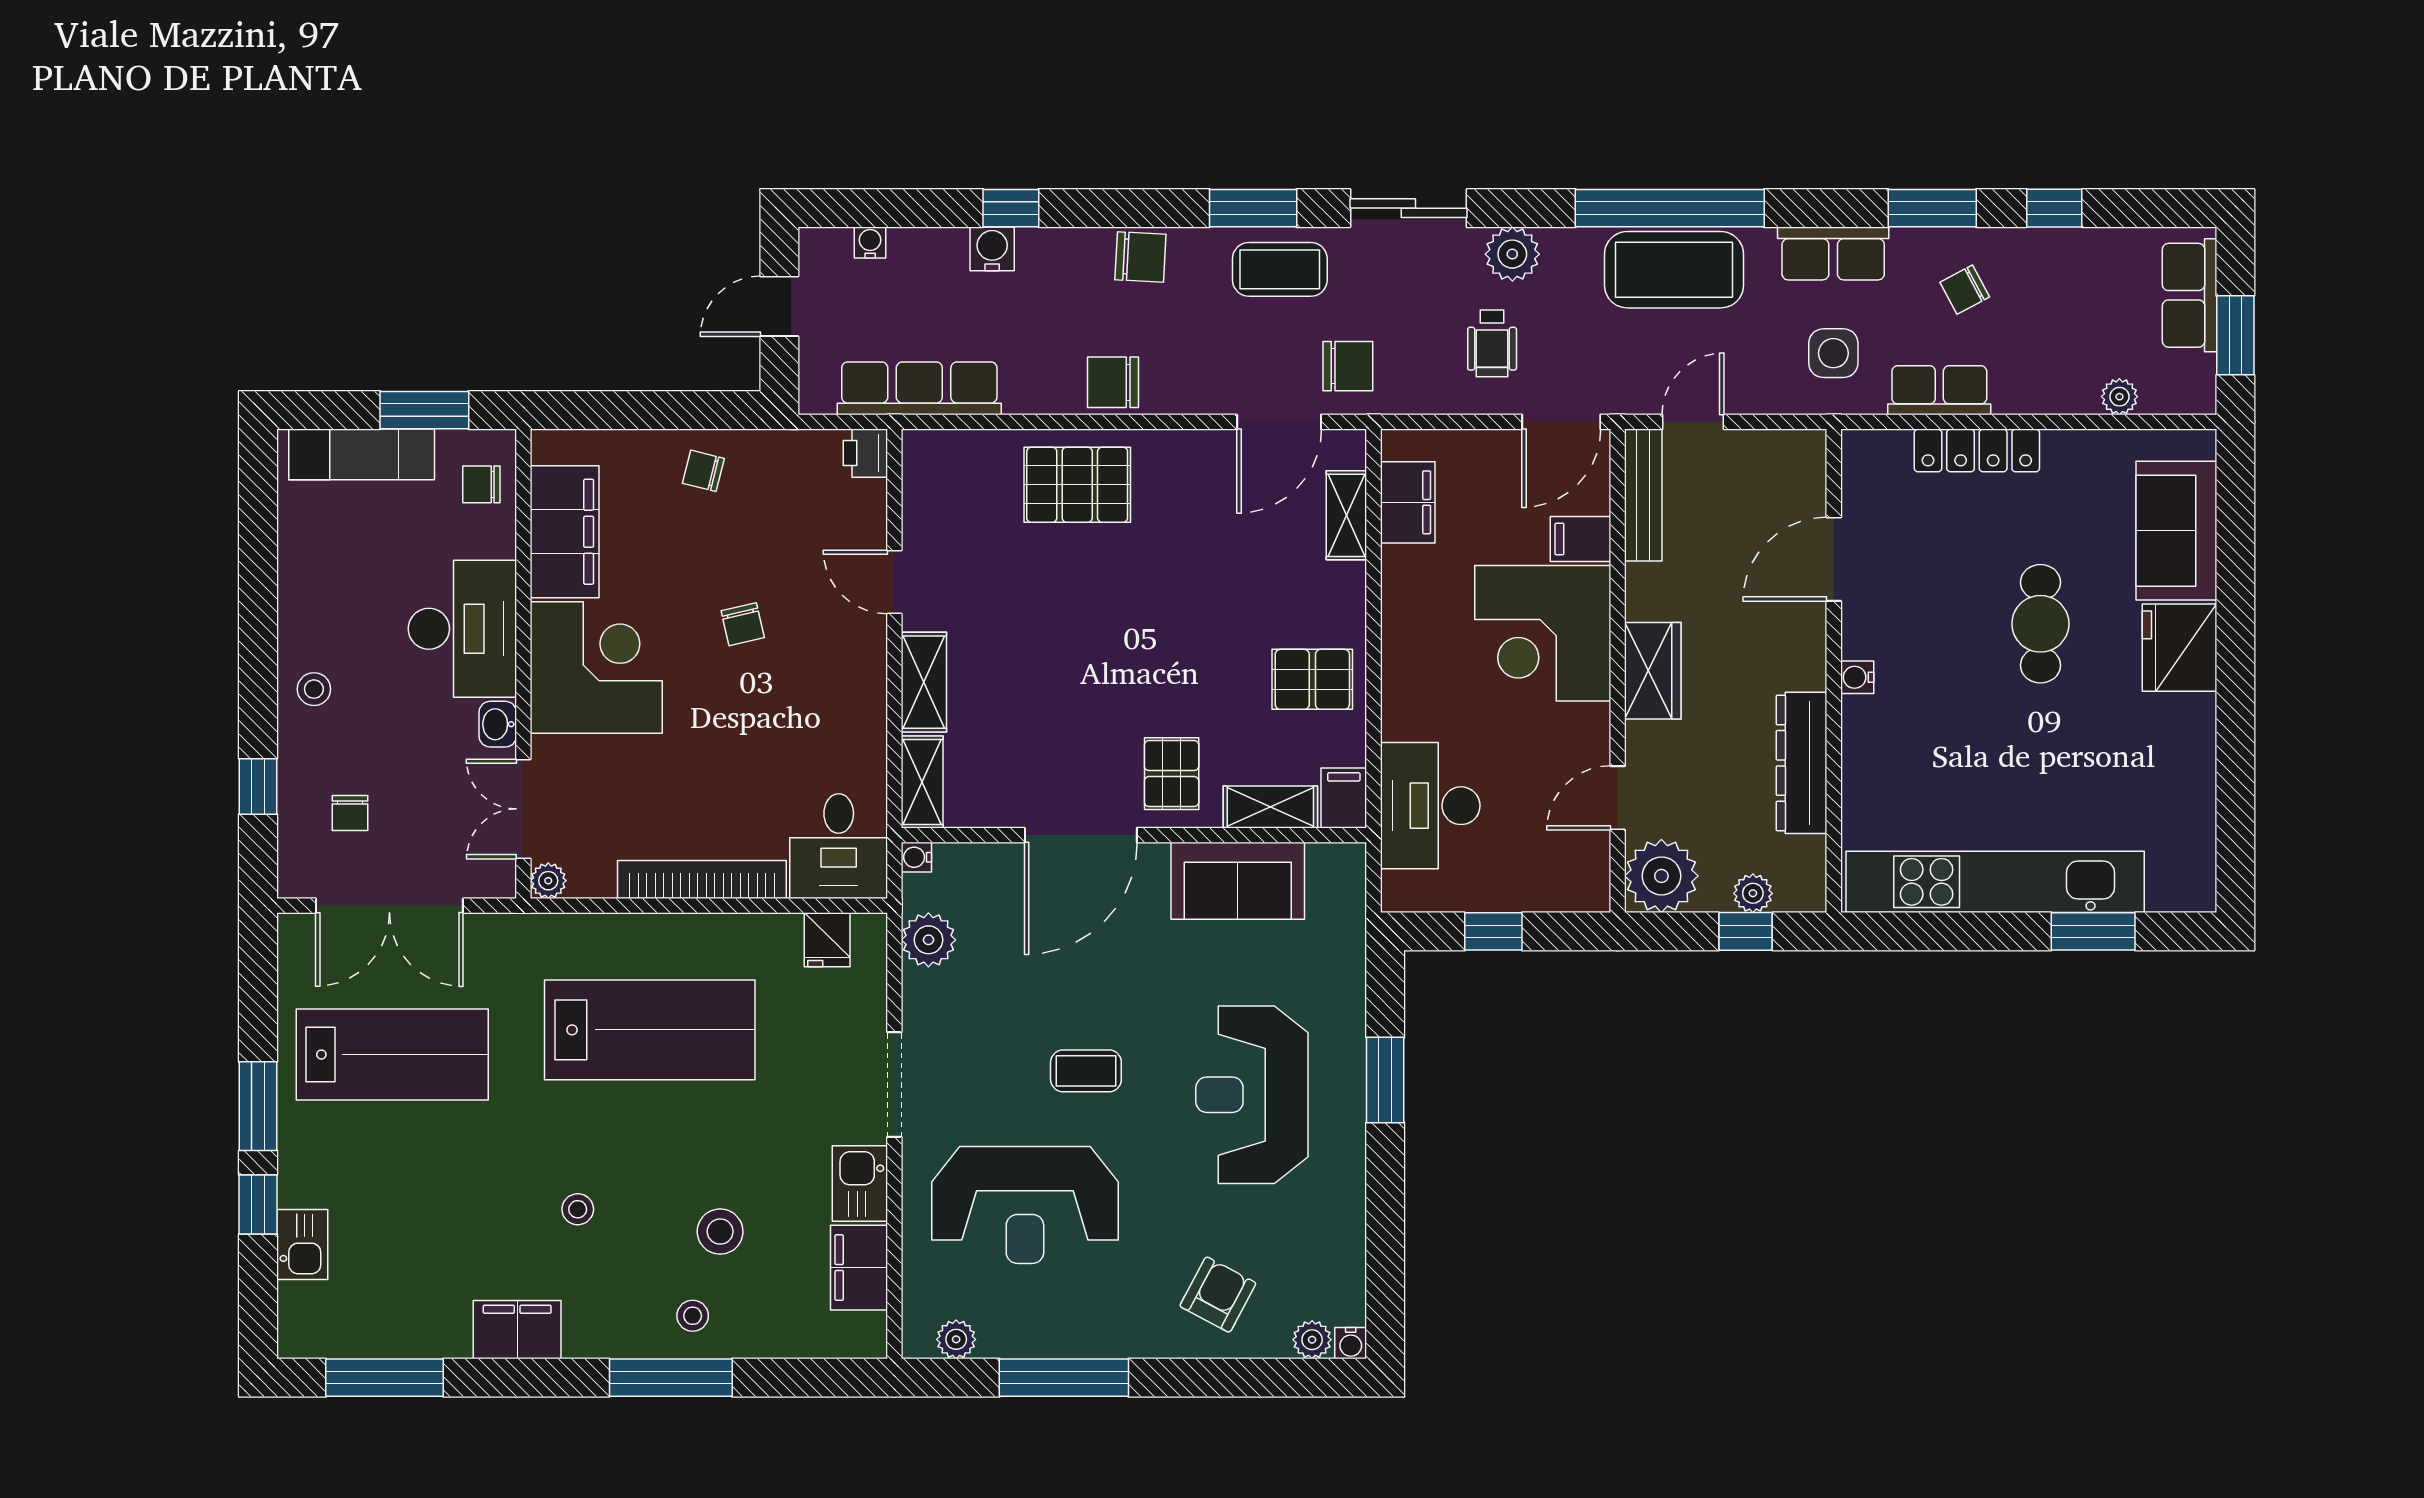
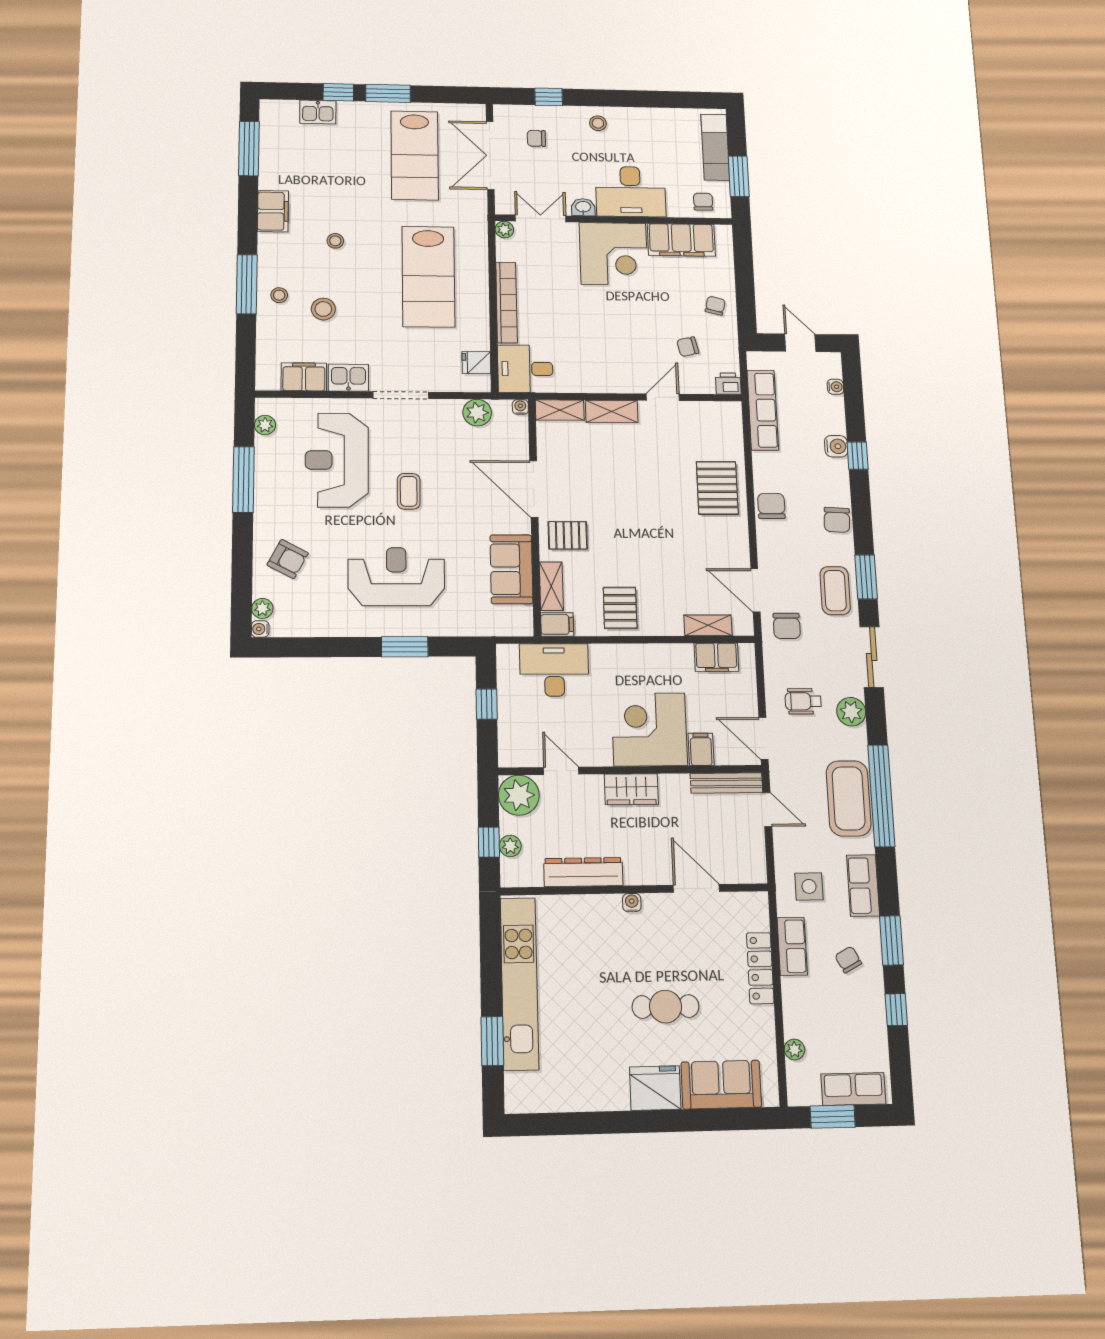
chair: (743, 624) -> (688, 347), moved

